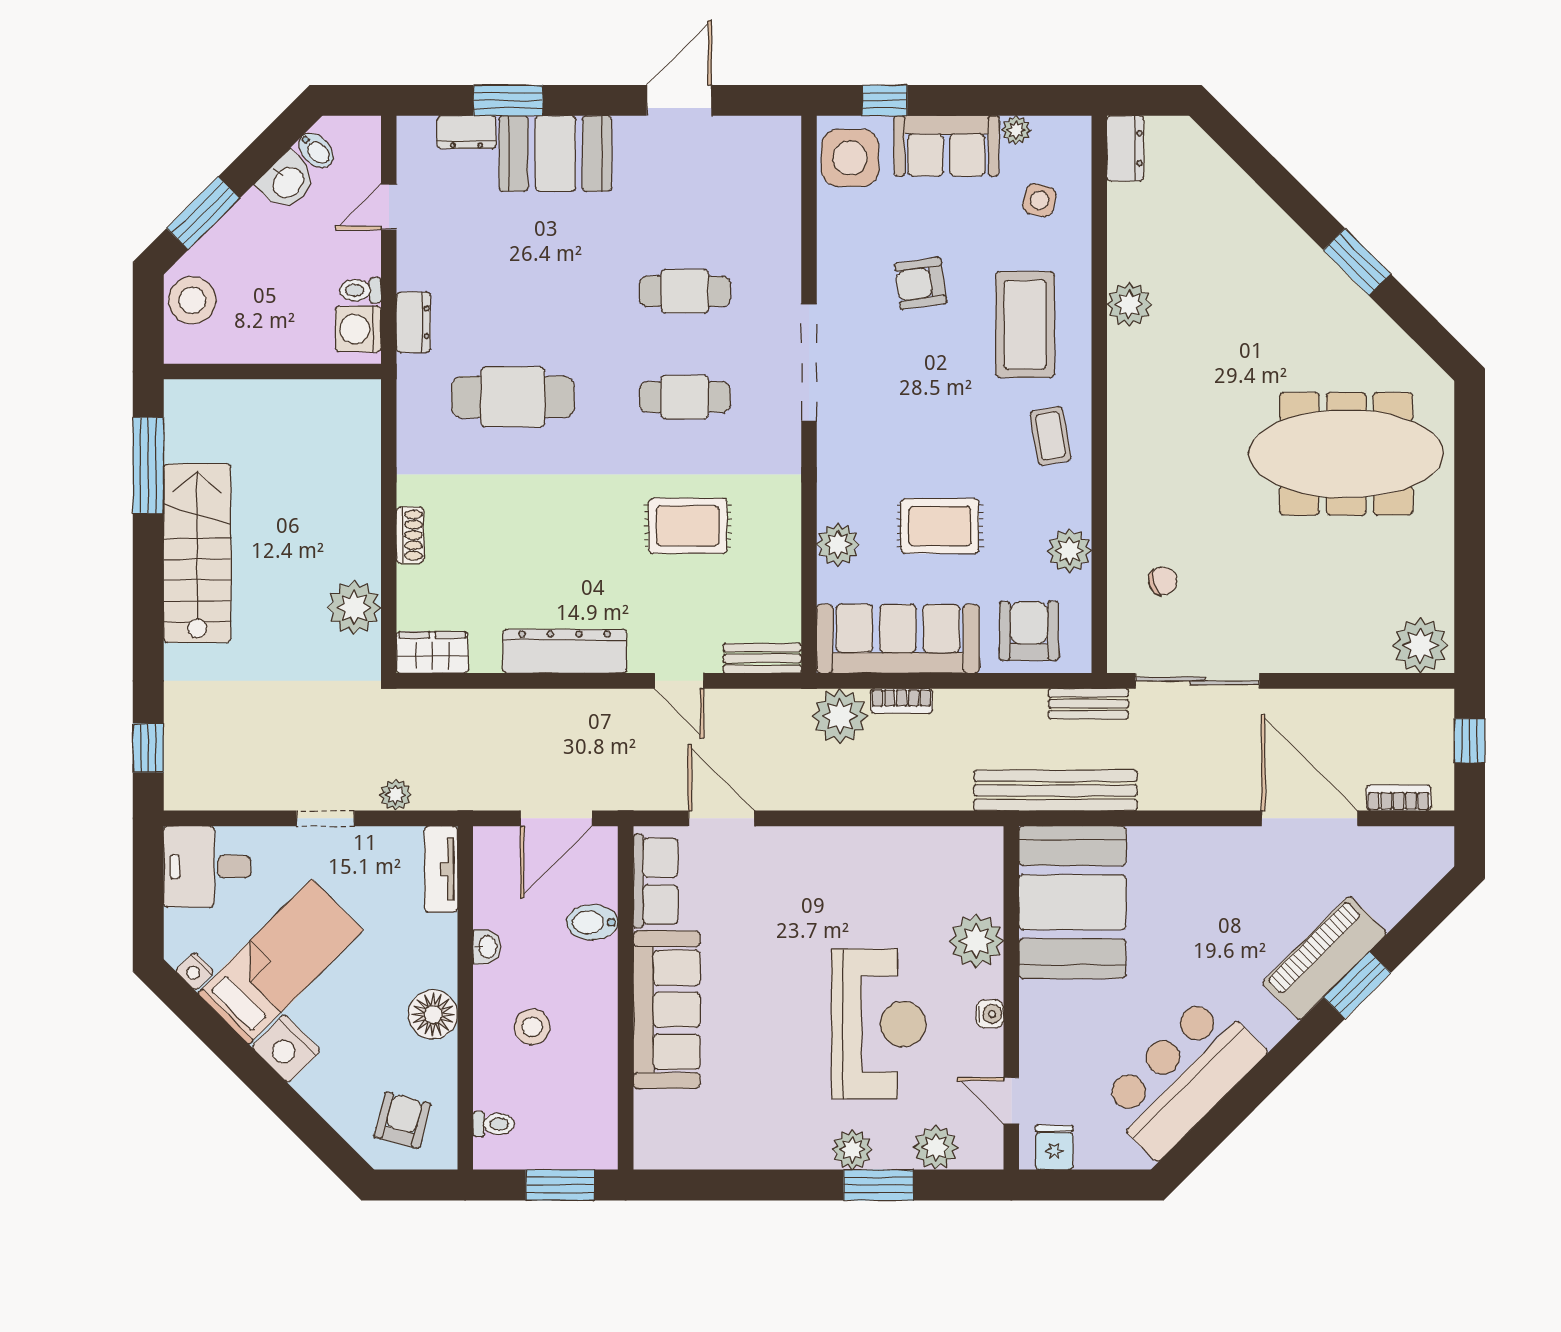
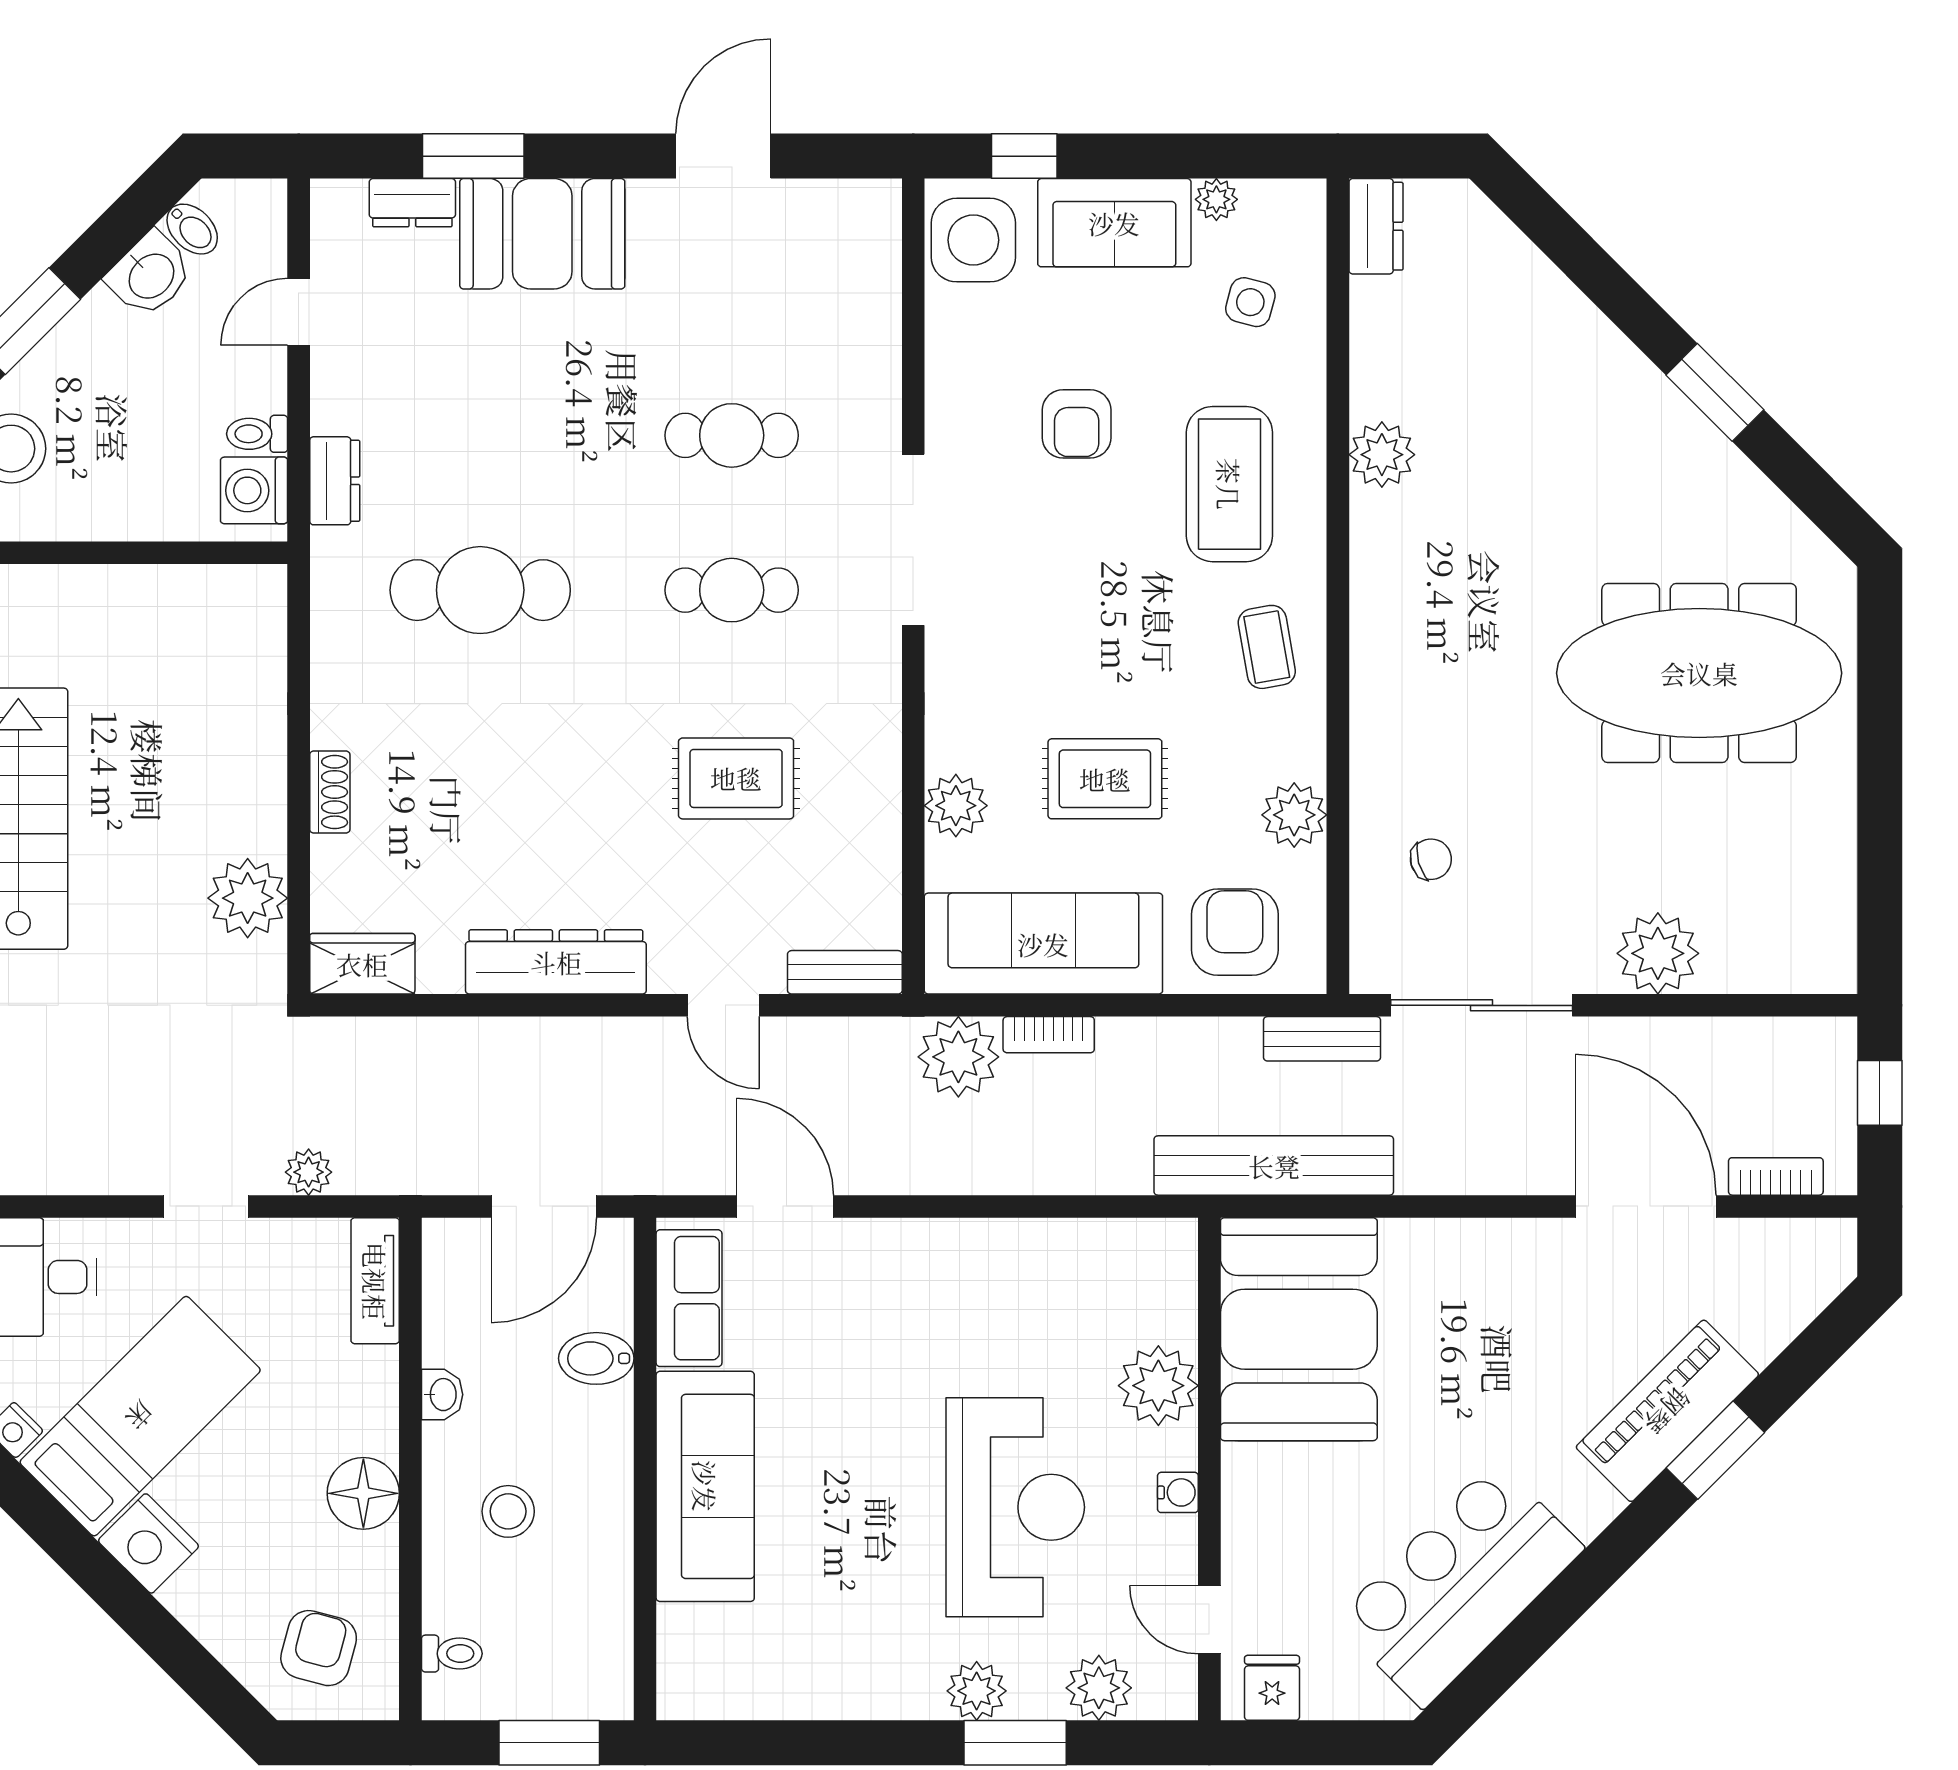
armchair: (921, 283) -> (1077, 424), turned -82
plant: (1420, 645) -> (1658, 953), moved

